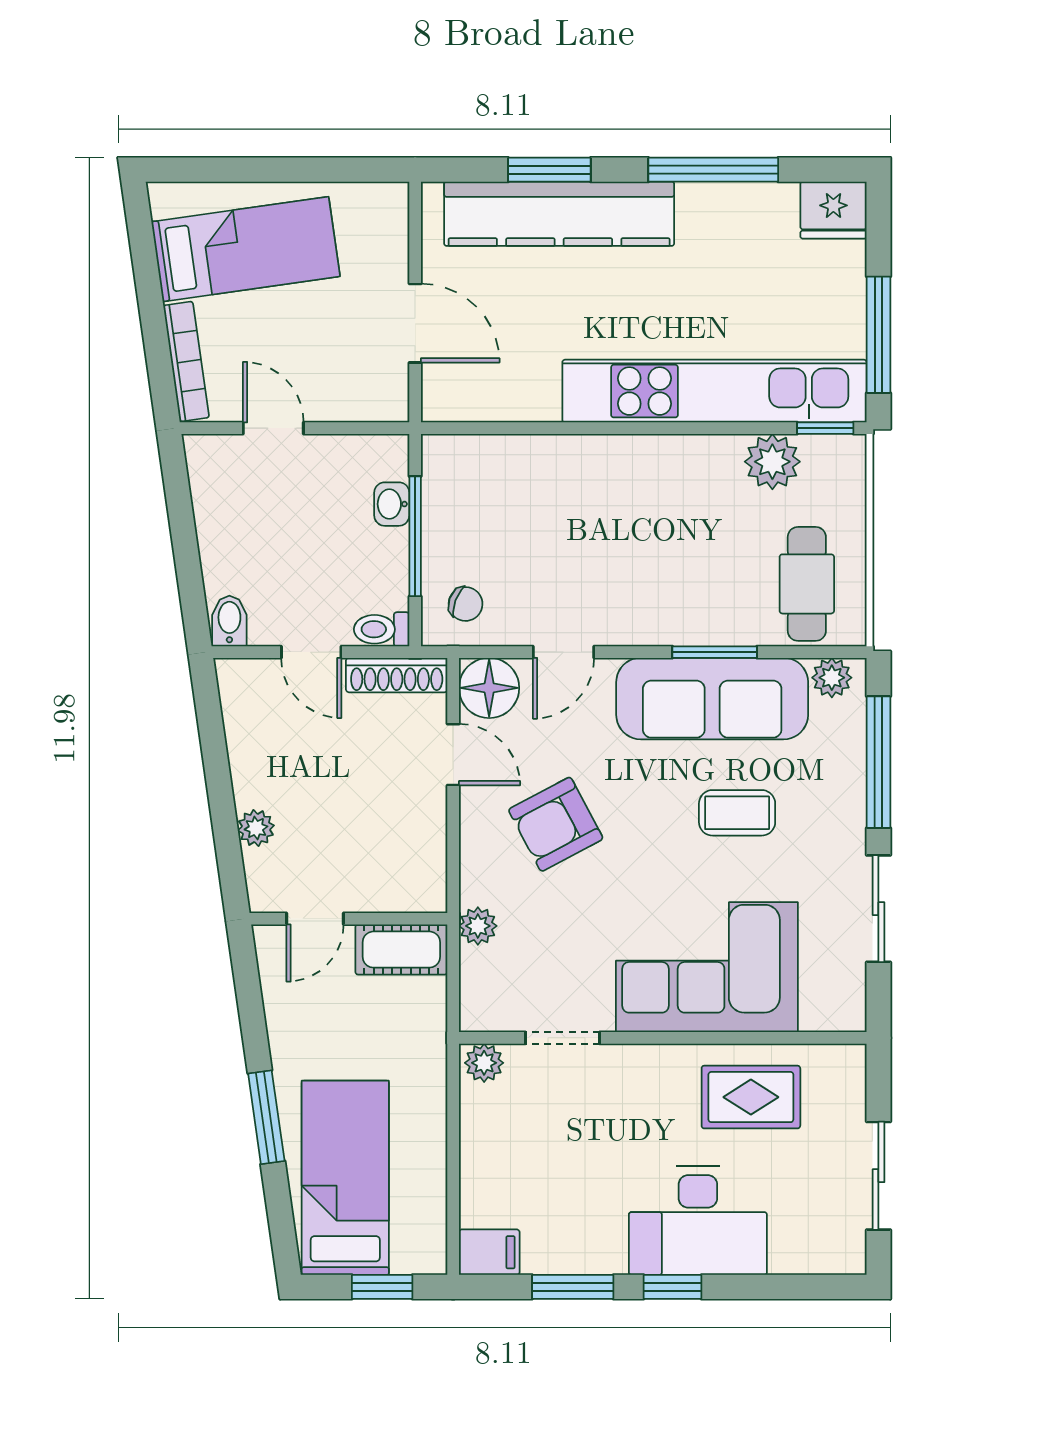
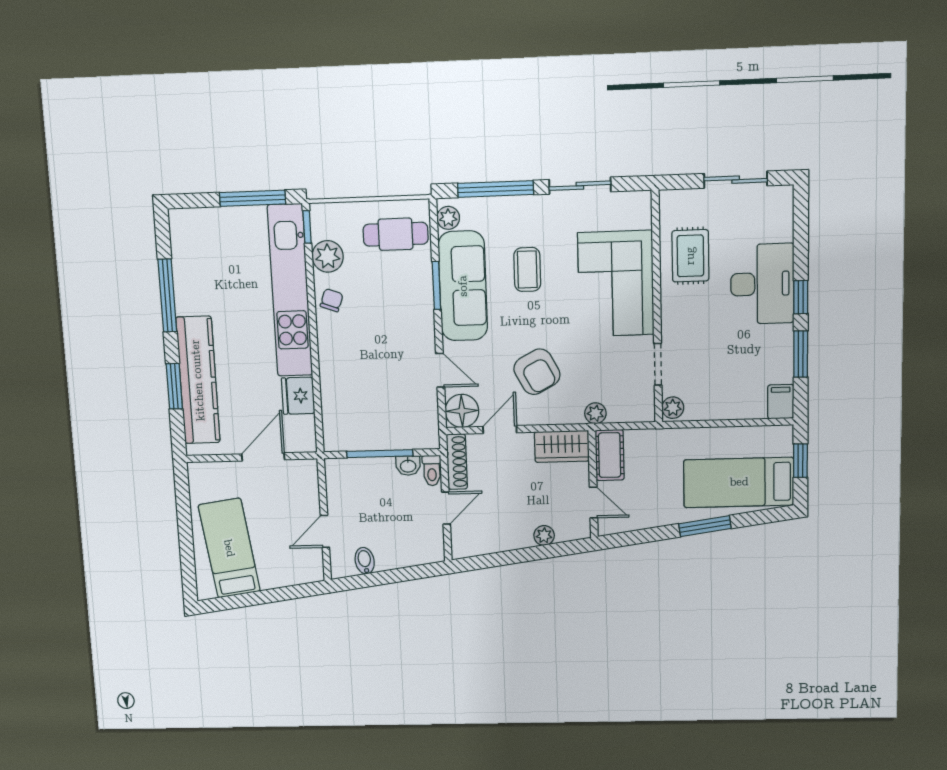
fridge: (833, 210) -> (298, 396), moved, turned 180
bookcase: (186, 361) -> (292, 578), removed
washbasin: (392, 504) -> (408, 466), moved
chair: (466, 604) -> (332, 300), moved
bidet: (229, 621) -> (365, 561), moved, turned 82
wardrobe: (419, 865) -> (562, 446), added

